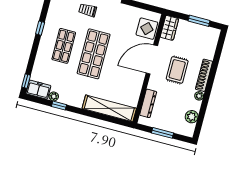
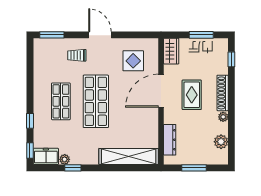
window: (40, 28) -> (30, 121), moved
display table: (147, 29) -> (133, 61), moved
window: (219, 49) -> (231, 59), added

